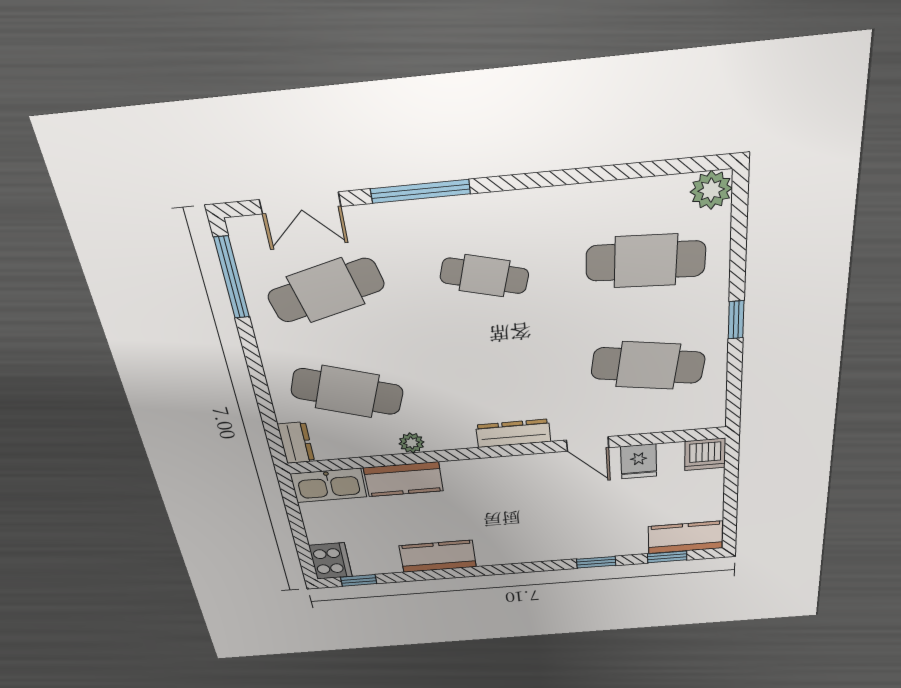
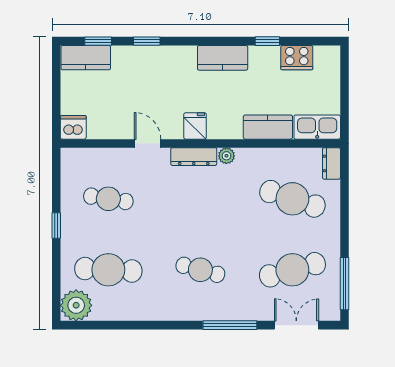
plant: (711, 190) -> (76, 305), width x1.36, depth x1.36
cafe table: (648, 366) -> (108, 199), width x0.73, depth x0.74
plant: (411, 443) -> (226, 156), moved
fridge: (639, 461) -> (195, 126), moved
kitchen counter: (438, 556) -> (223, 58), moved
cooker: (330, 561) -> (297, 58), moved, turned -90
window: (359, 580) -> (267, 41), moved

